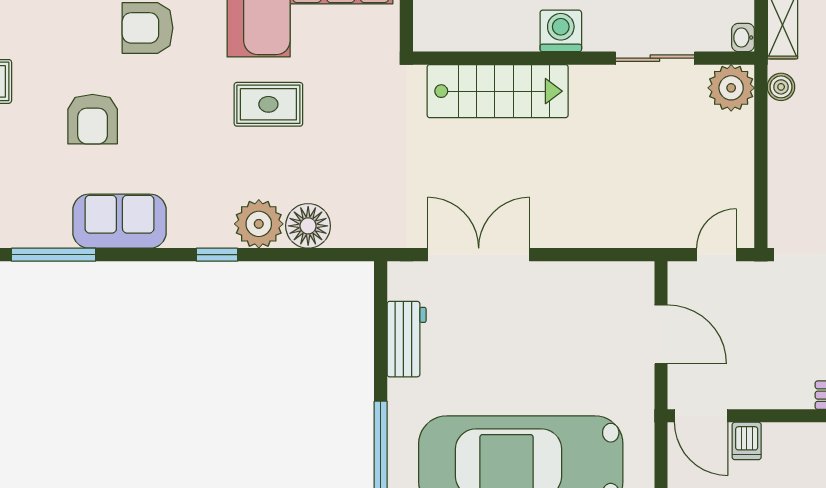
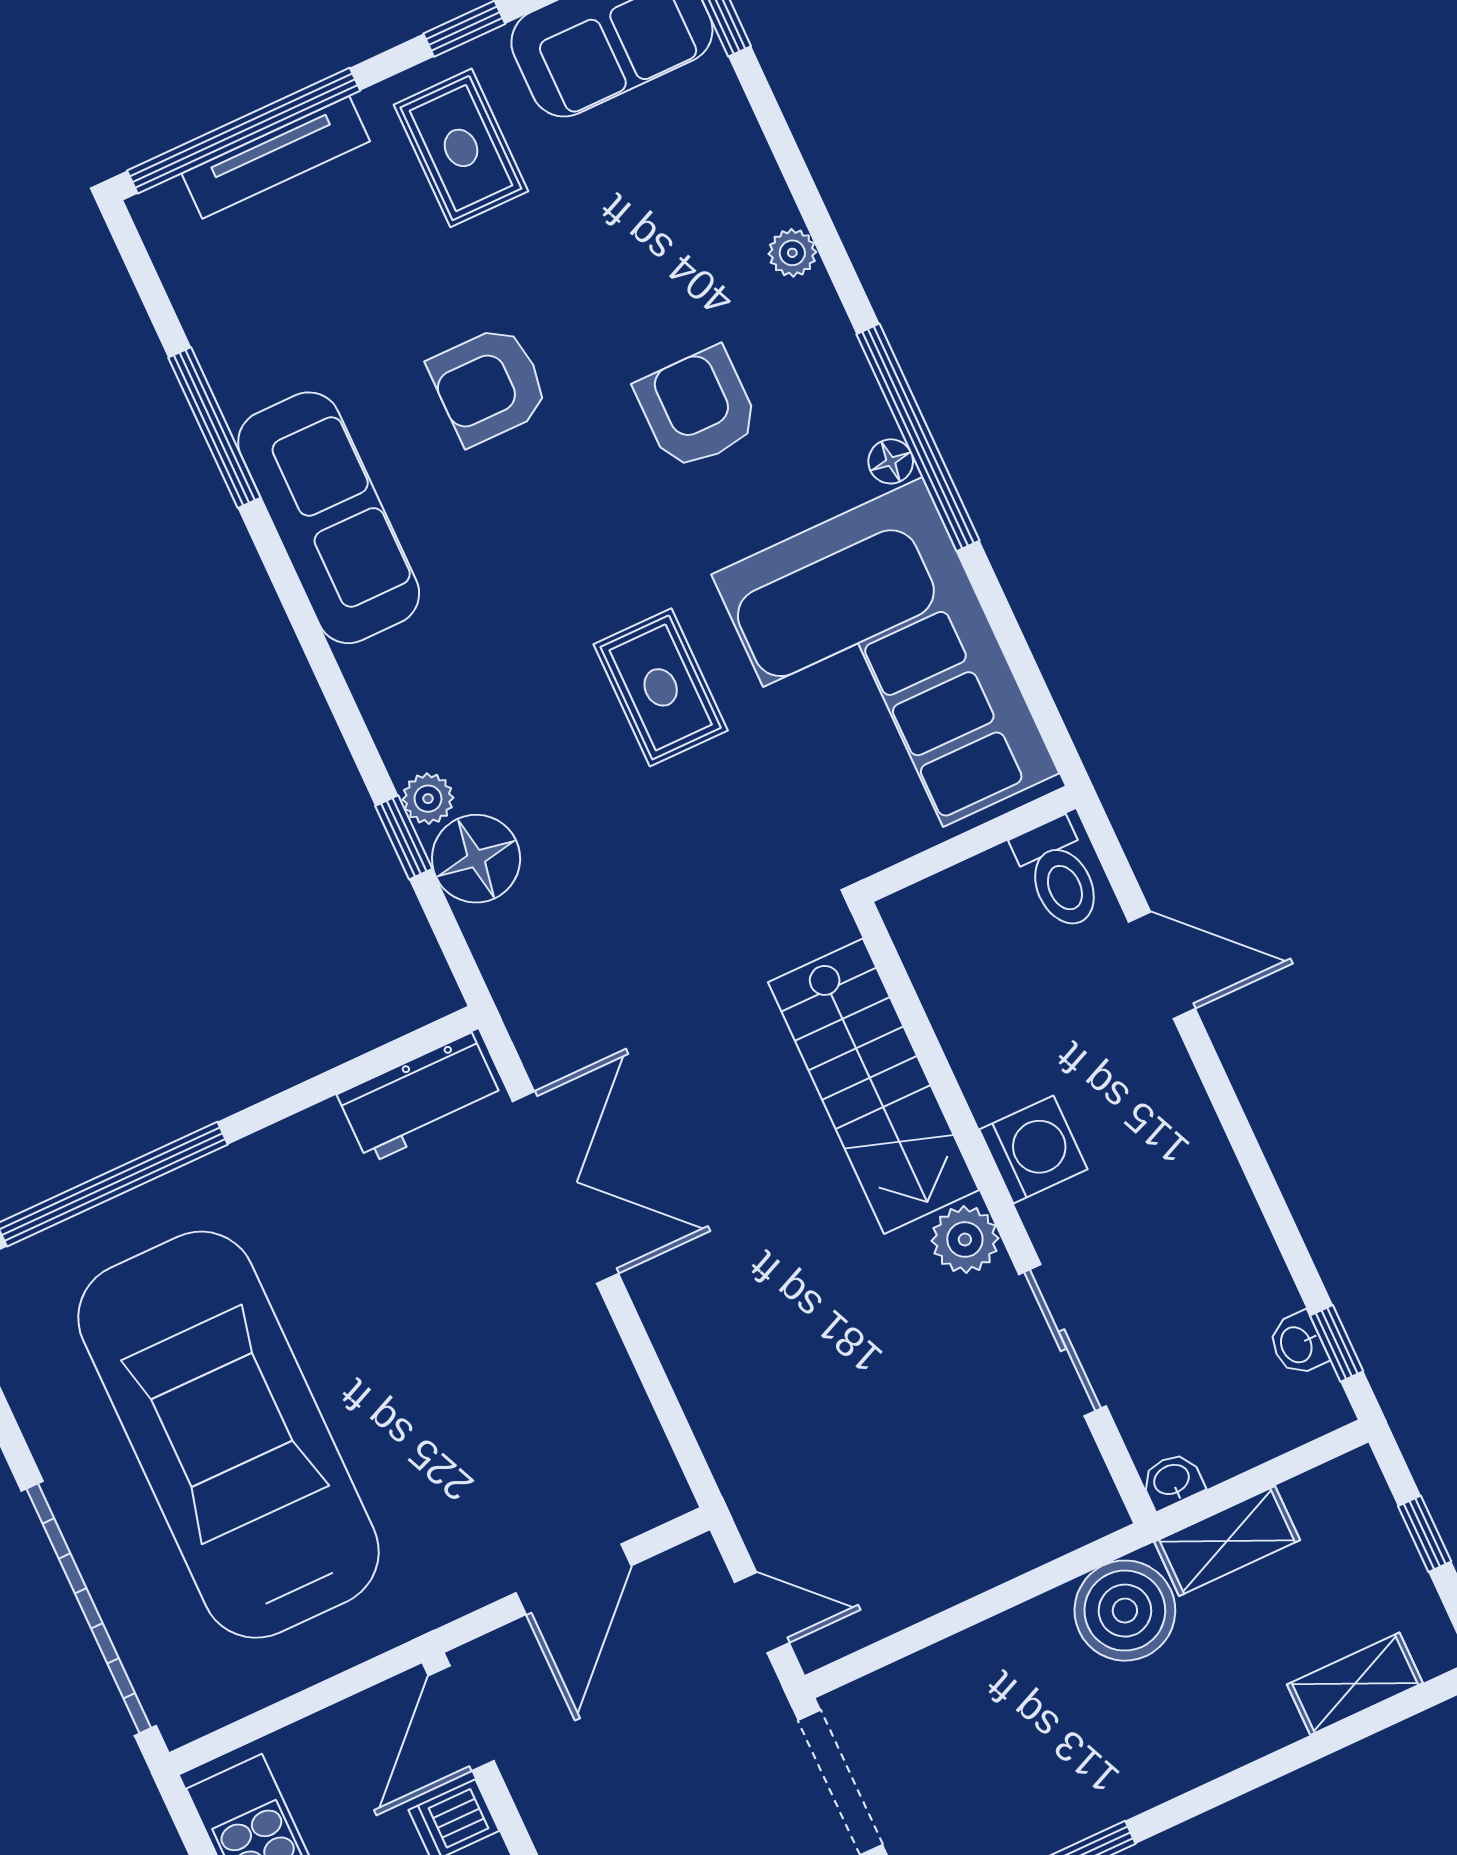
boiler: (781, 87) -> (1125, 1611), width x1.86, depth x1.86
plant: (731, 88) -> (965, 1239), moved, width x0.73, depth x0.73
sofa: (119, 221) -> (329, 518), width x1.36
plant: (259, 224) -> (428, 799), width x0.53, depth x0.53
window: (217, 255) -> (404, 837), moved
workbench: (407, 339) -> (420, 1098), moved

